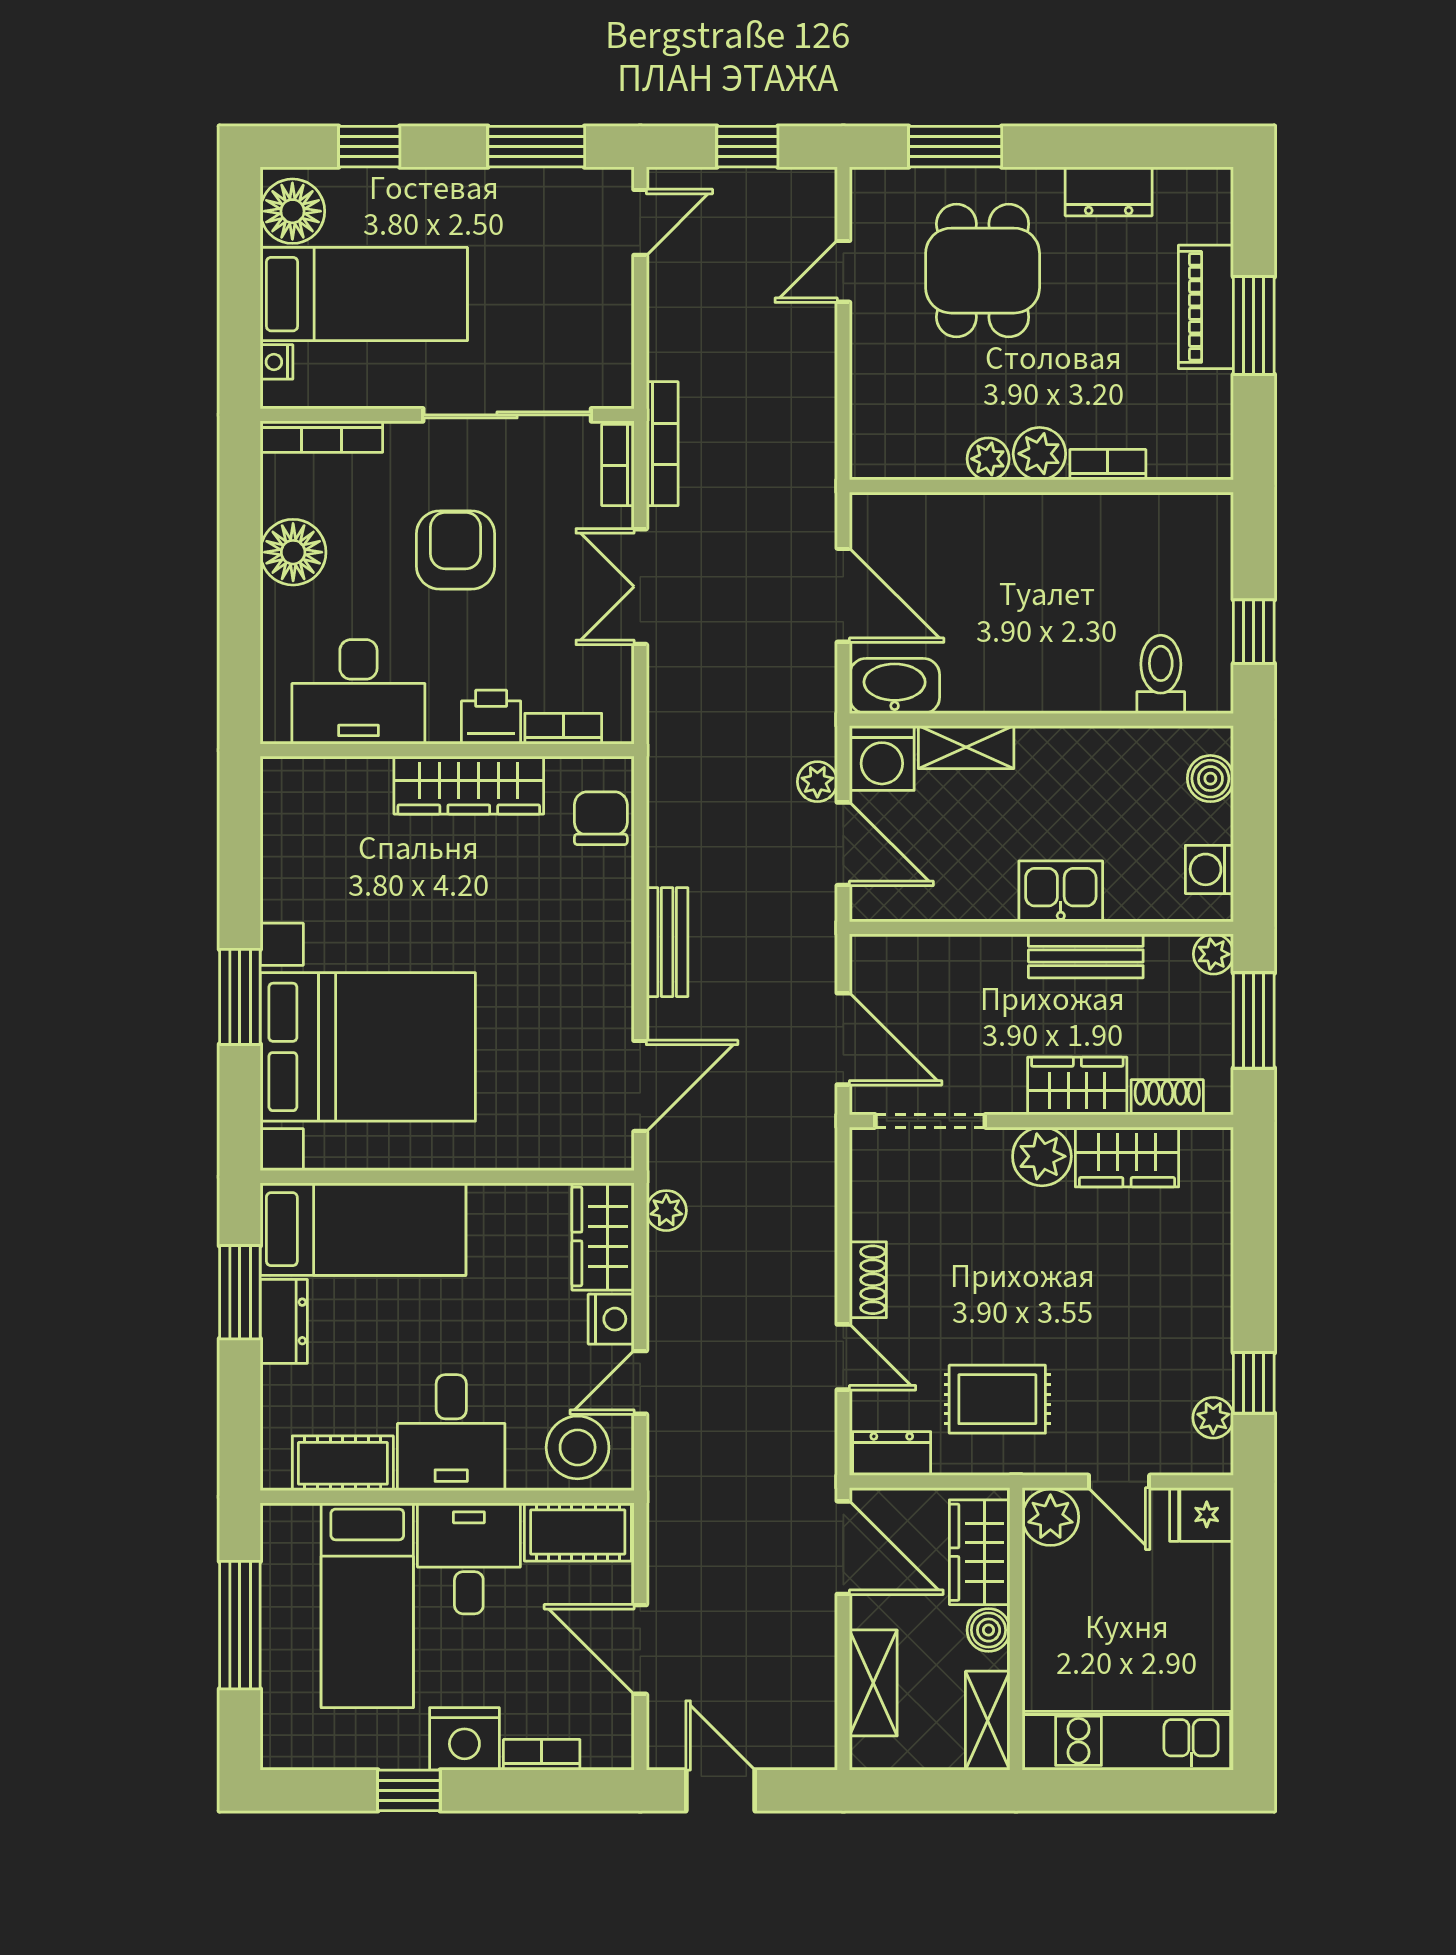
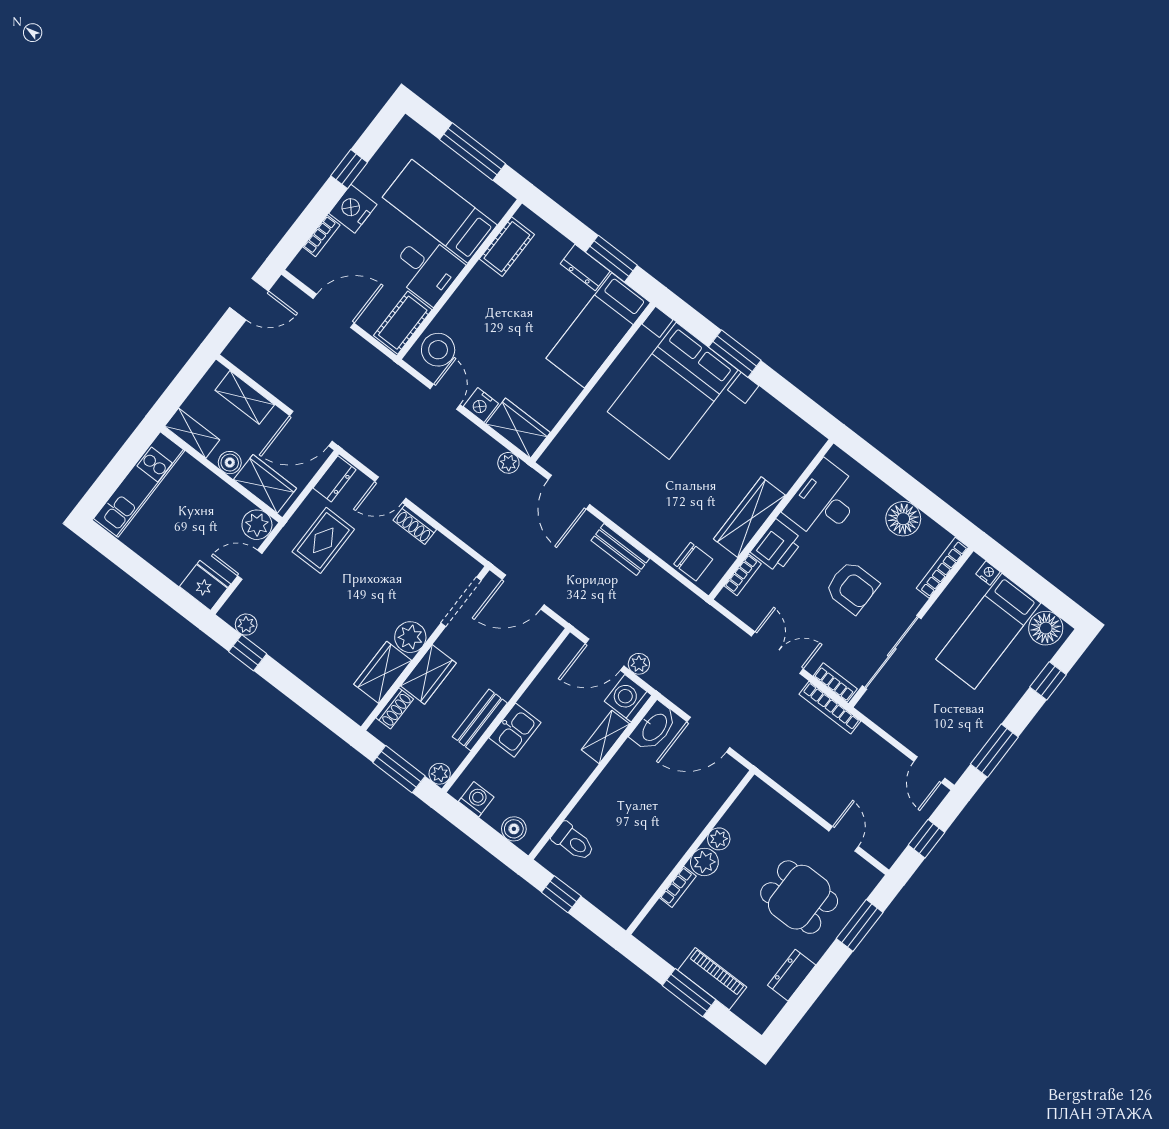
printer: (491, 717) -> (777, 546), width x1.36, depth x1.24
desk: (451, 1433) -> (485, 302), removed
fridge: (1202, 1514) -> (205, 585), width x1.38

